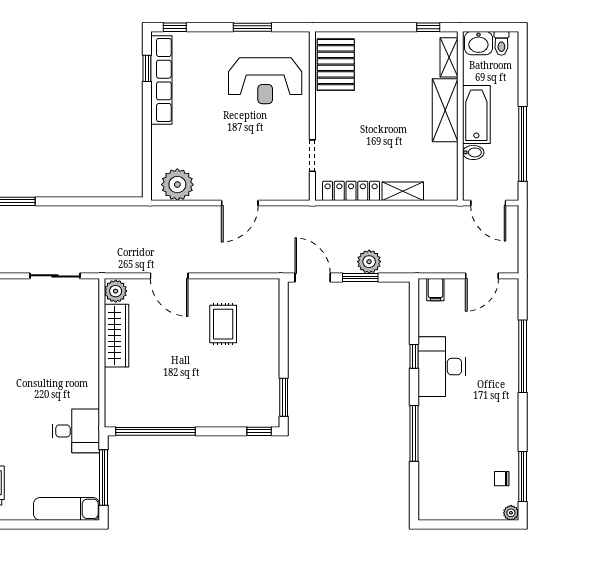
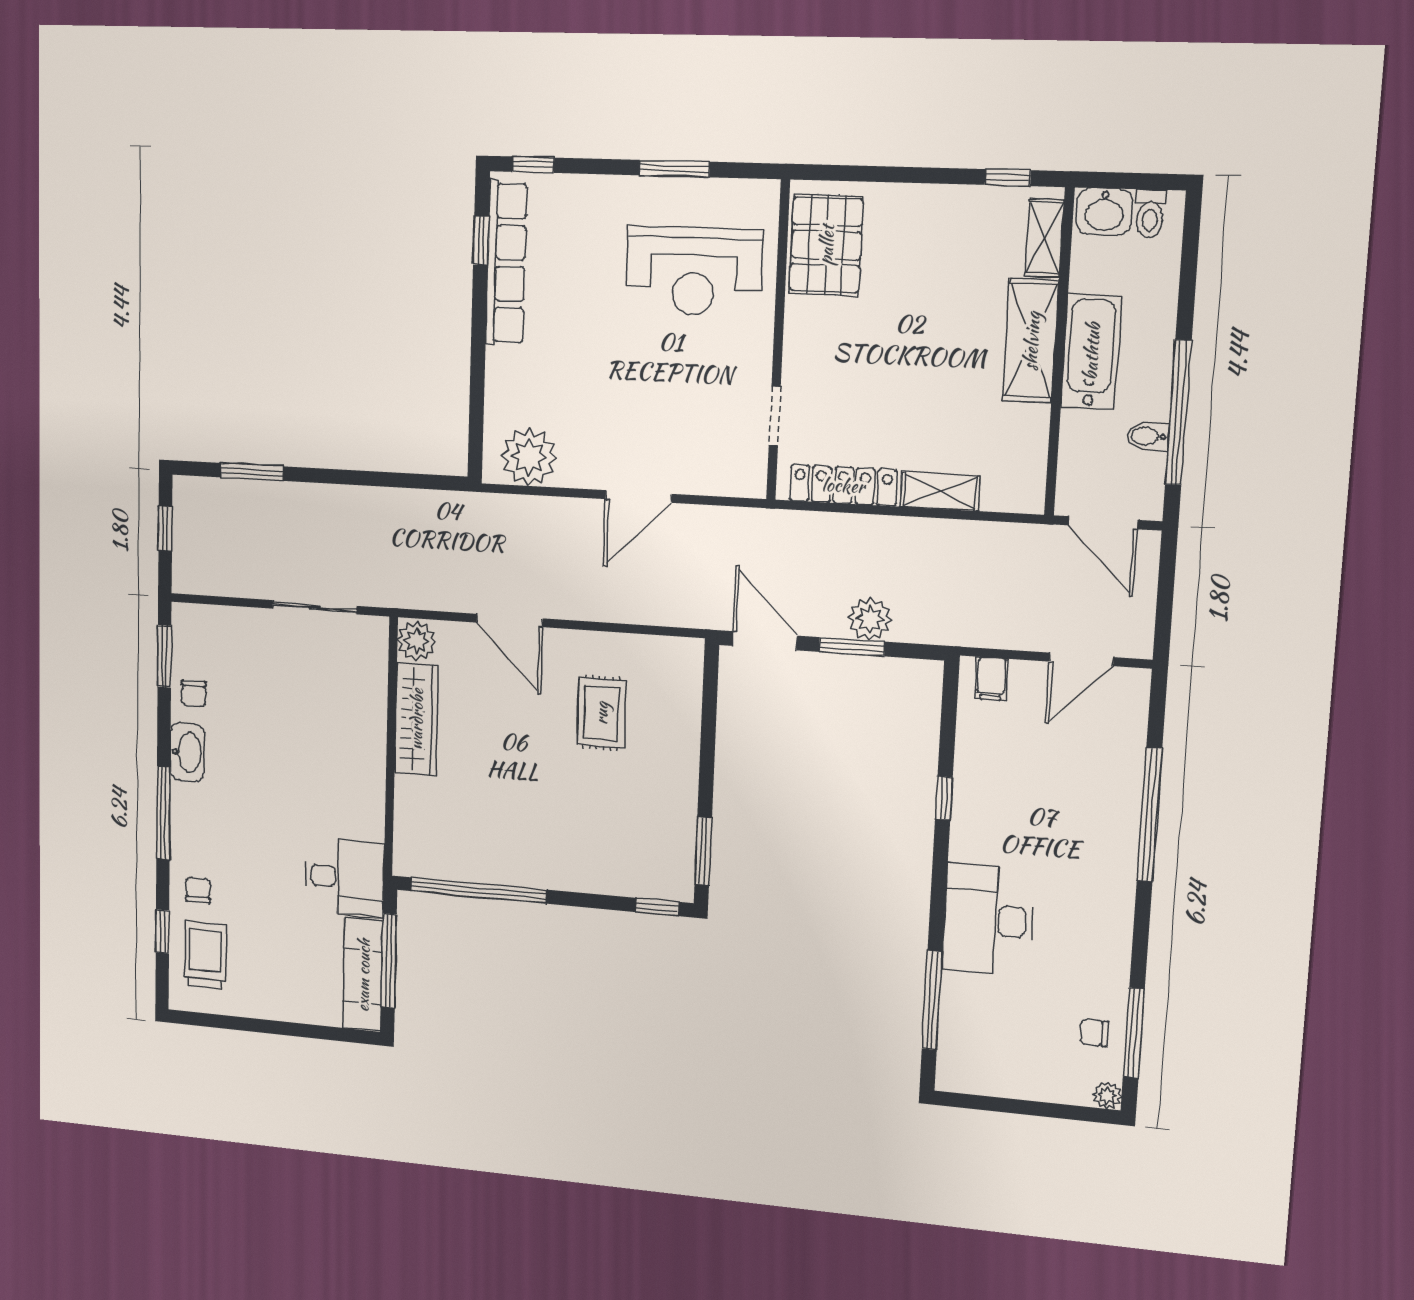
bidet: (473, 152) -> (1148, 436), moved, turned 180
desk: (442, 367) -> (988, 920), moved
window: (414, 433) -> (932, 1000), moved
exam couch: (66, 509) -> (363, 975), moved, turned -90

